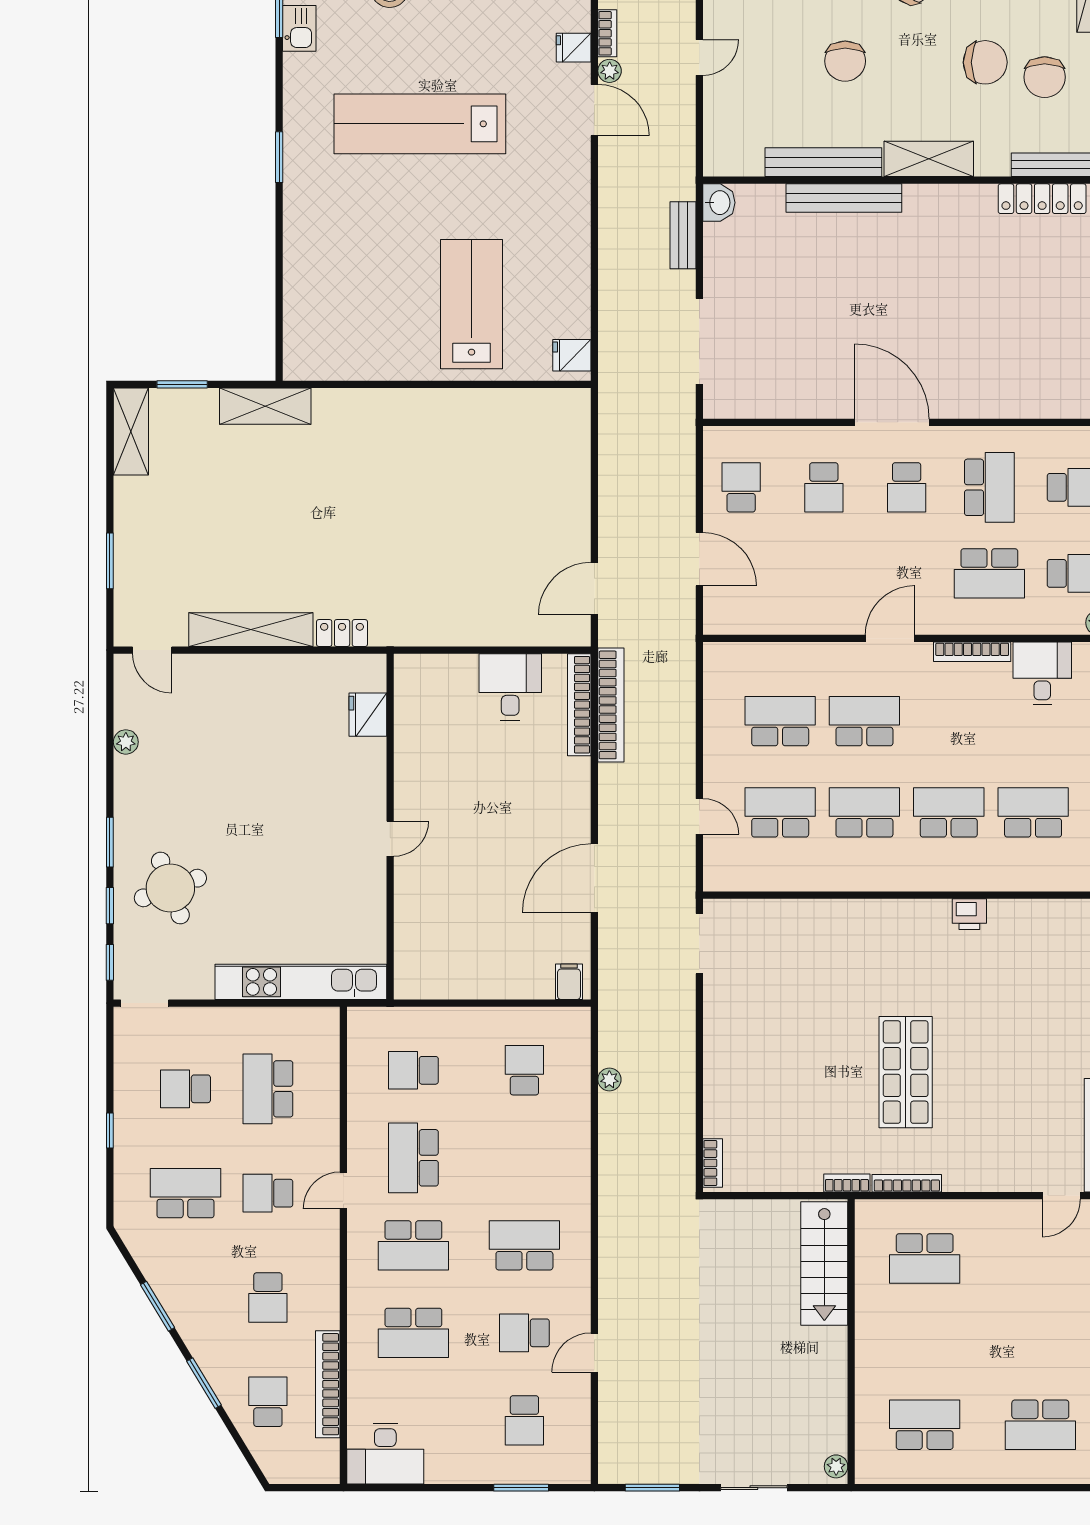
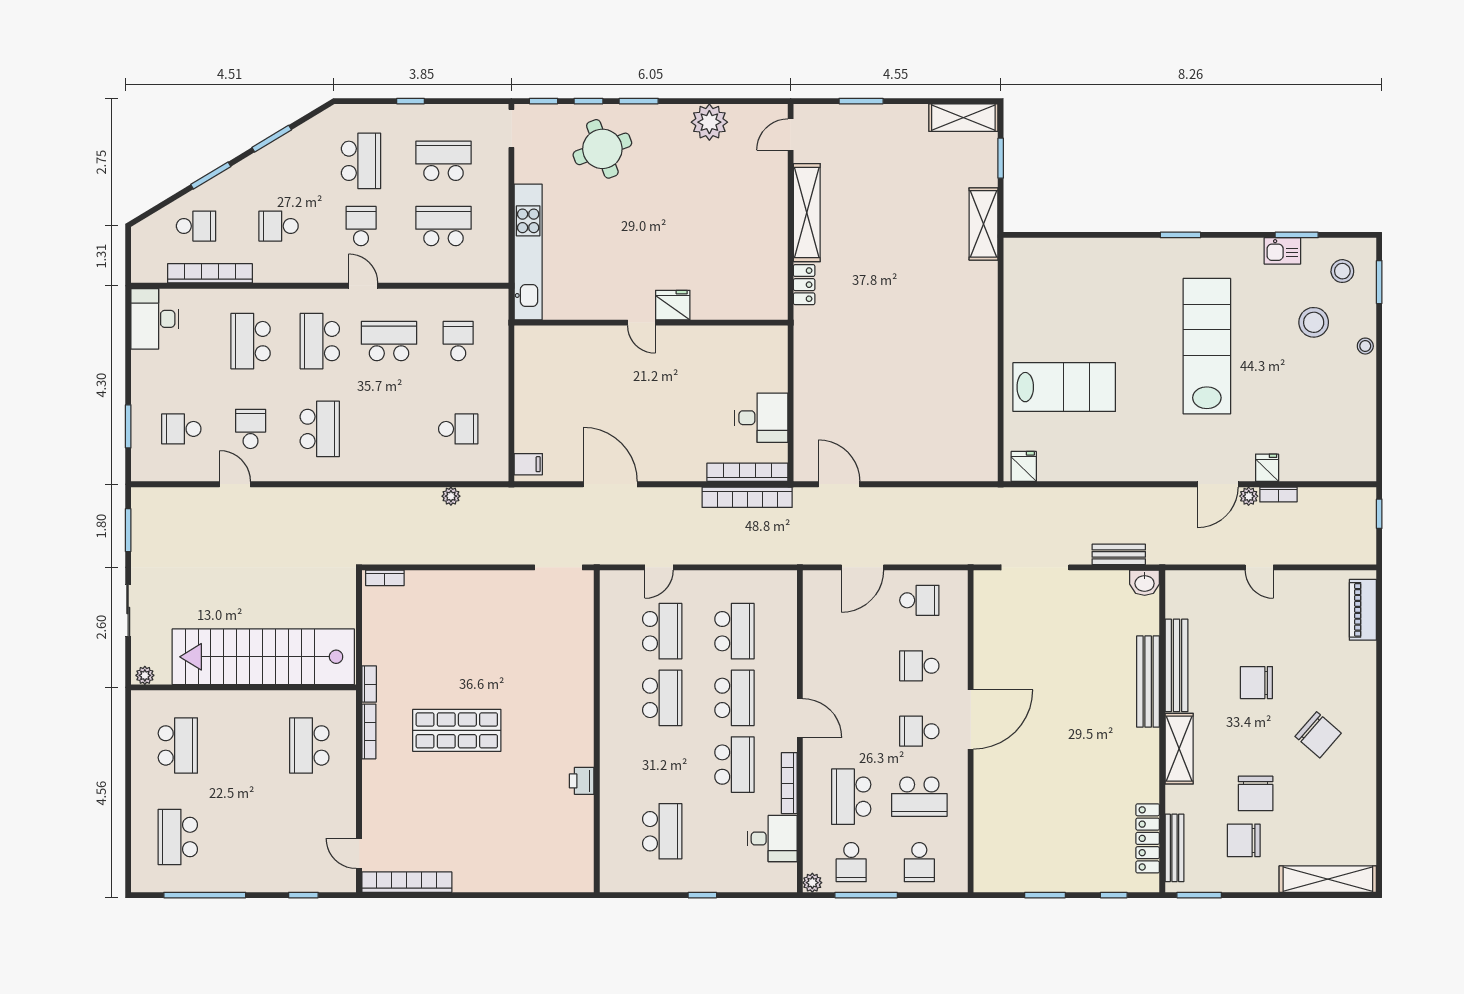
fridge: (368, 715) -> (673, 305), moved
plant: (126, 742) -> (709, 122), width x1.87, depth x1.87
school desk: (949, 812) -> (734, 765), moved
school desk: (185, 1089) -> (444, 161), width x1.85
stairs: (824, 1264) -> (263, 657), width x1.86, depth x1.51

